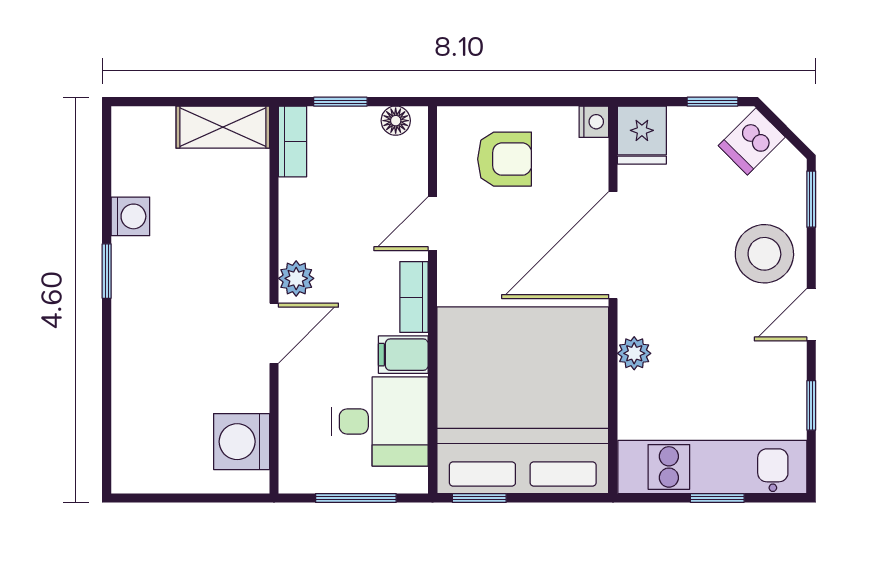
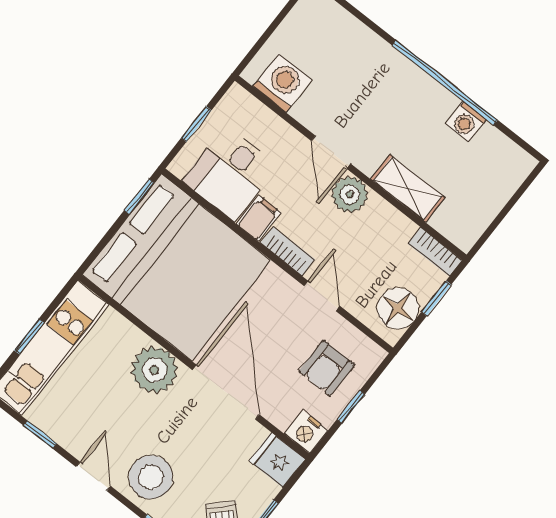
window: (525, 102) -> (351, 407), added
floor lamp: (396, 121) -> (398, 308), width x1.89, depth x1.89
nightstand: (594, 122) -> (306, 432), width x1.39, depth x1.35
shelving: (223, 127) -> (408, 188), moved, turned 90
window: (107, 271) -> (445, 83), width x3.17
plant: (296, 278) -> (350, 194), width x1.38, depth x1.38
plant: (634, 353) -> (154, 370), width x1.88, depth x1.88
window: (356, 498) -> (196, 124), width x0.67

